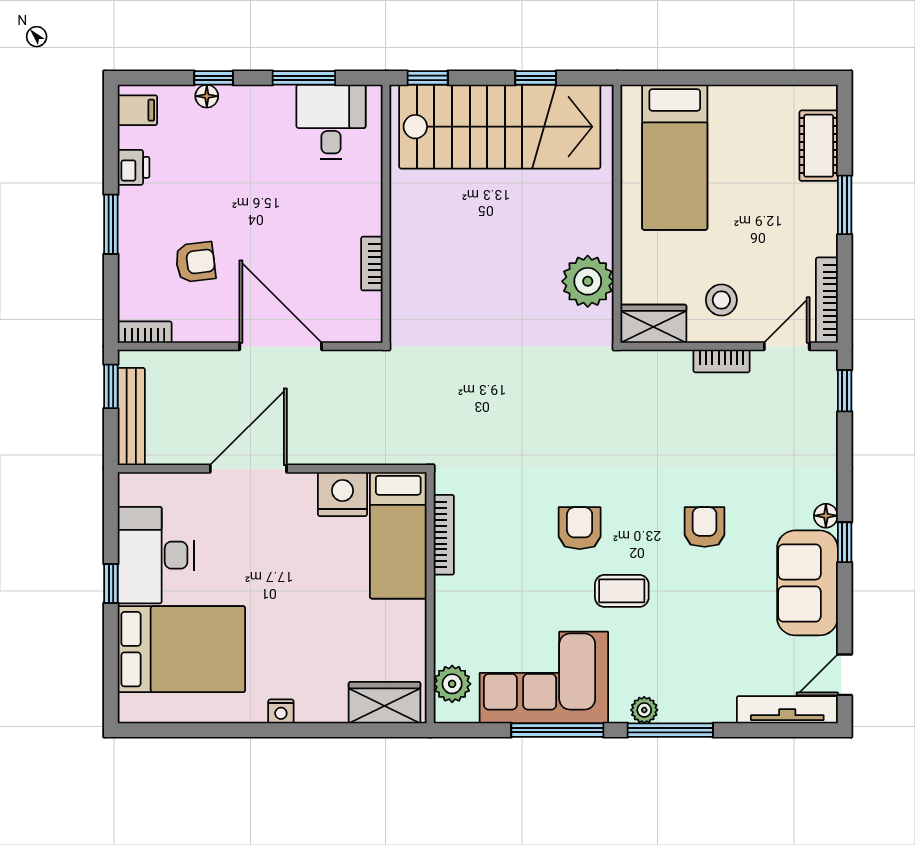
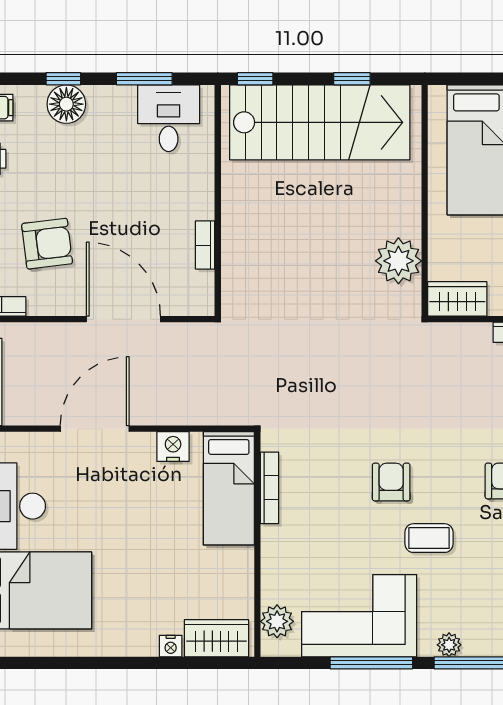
floor lamp: (207, 96) -> (66, 104), width x1.89, depth x1.89
armchair: (195, 262) -> (47, 244), width x1.38, depth x1.38
nightstand: (342, 494) -> (173, 447), width x0.74, depth x0.75
nightstand: (281, 711) -> (171, 646), moved

